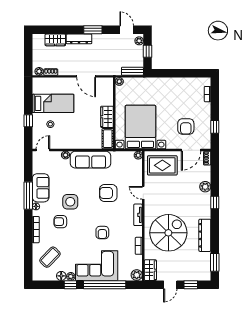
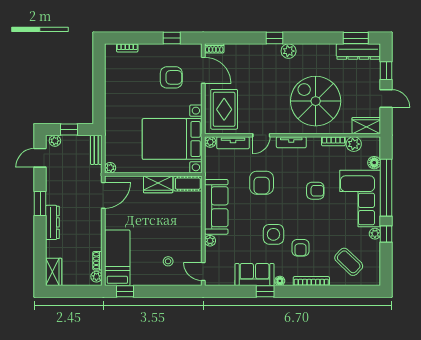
wardrobe: (55, 40) -> (54, 272), moved
door: (86, 76) -> (103, 195), moved
bed: (53, 103) -> (117, 258), moved
window: (28, 121) -> (125, 291), moved
tv unit: (138, 172) -> (233, 143), added
plant: (205, 187) -> (289, 51), moved
window: (28, 196) -> (265, 291), width x0.46
dresser: (205, 235) -> (358, 52), moved
plant: (137, 275) -> (354, 144), moved
floor lamp: (61, 276) -> (374, 163), moved

